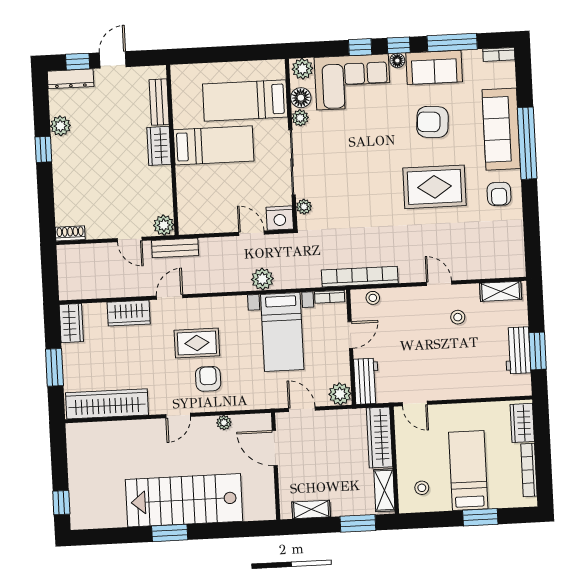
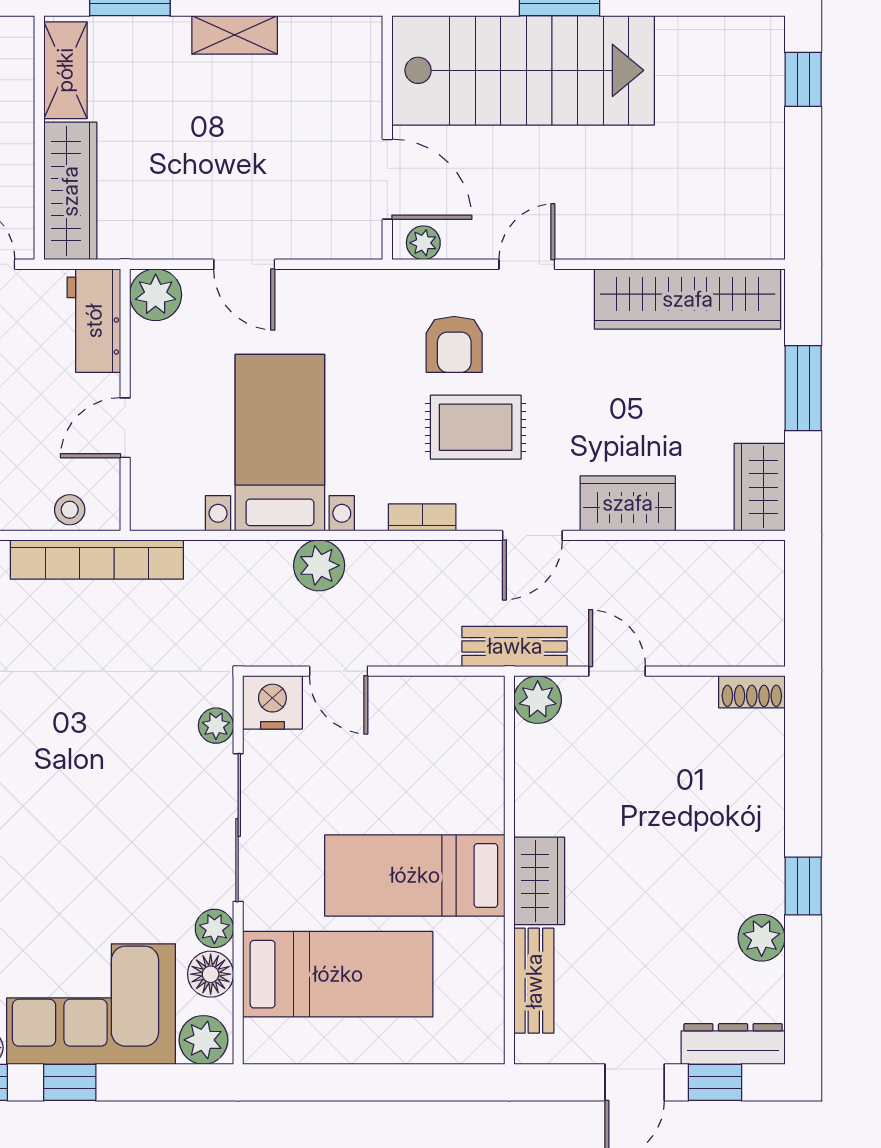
bookcase: (330, 297) -> (422, 517), moved
door: (275, 448) -> (387, 179), moved
wall: (276, 466) -> (387, 138), moved

